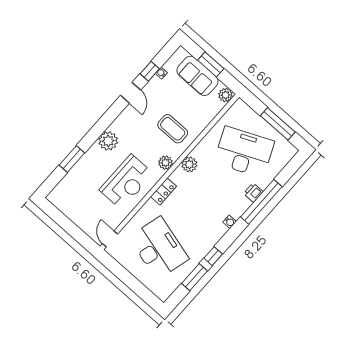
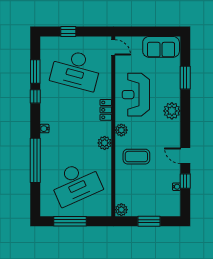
sofa: (197, 76) -> (161, 47), moved, turned 180
printer: (253, 193) -> (46, 162), removed
window: (136, 286) -> (68, 32), added

